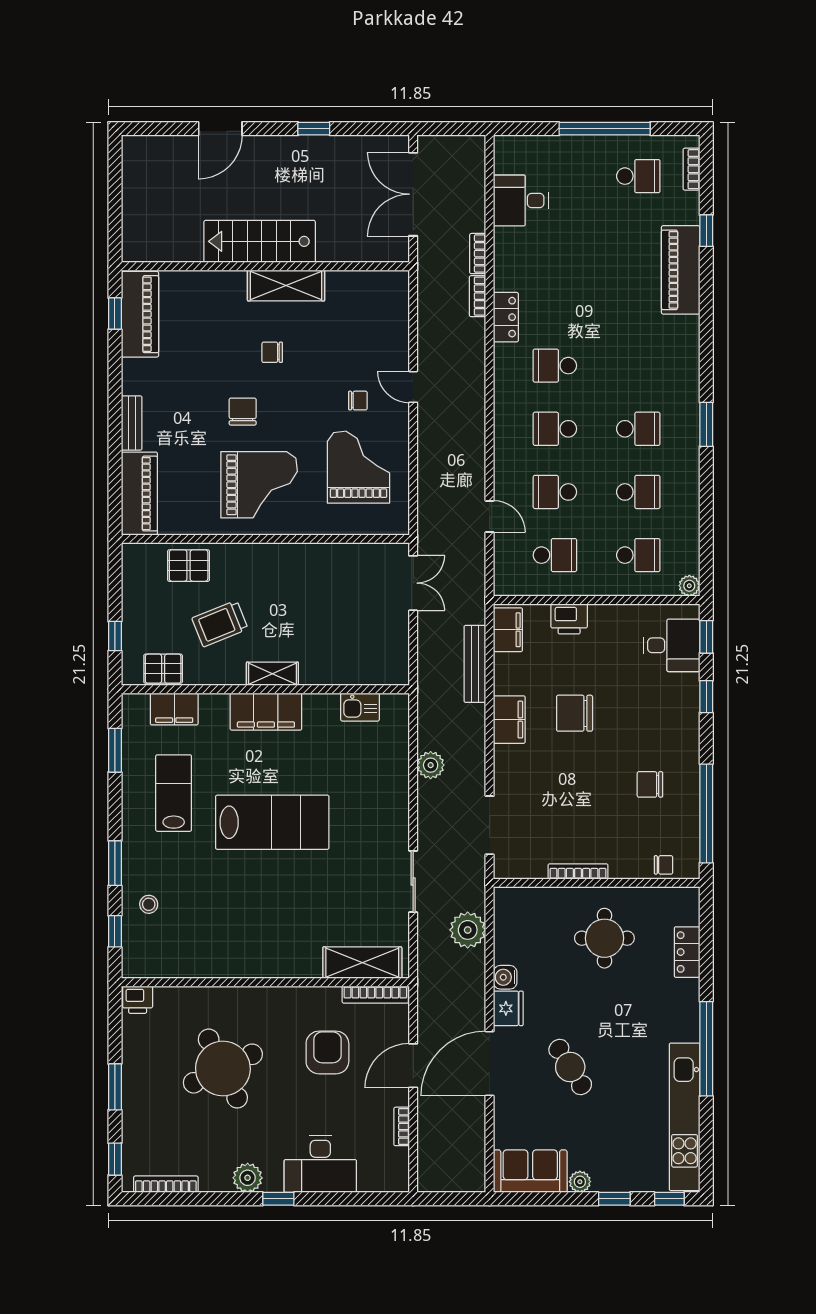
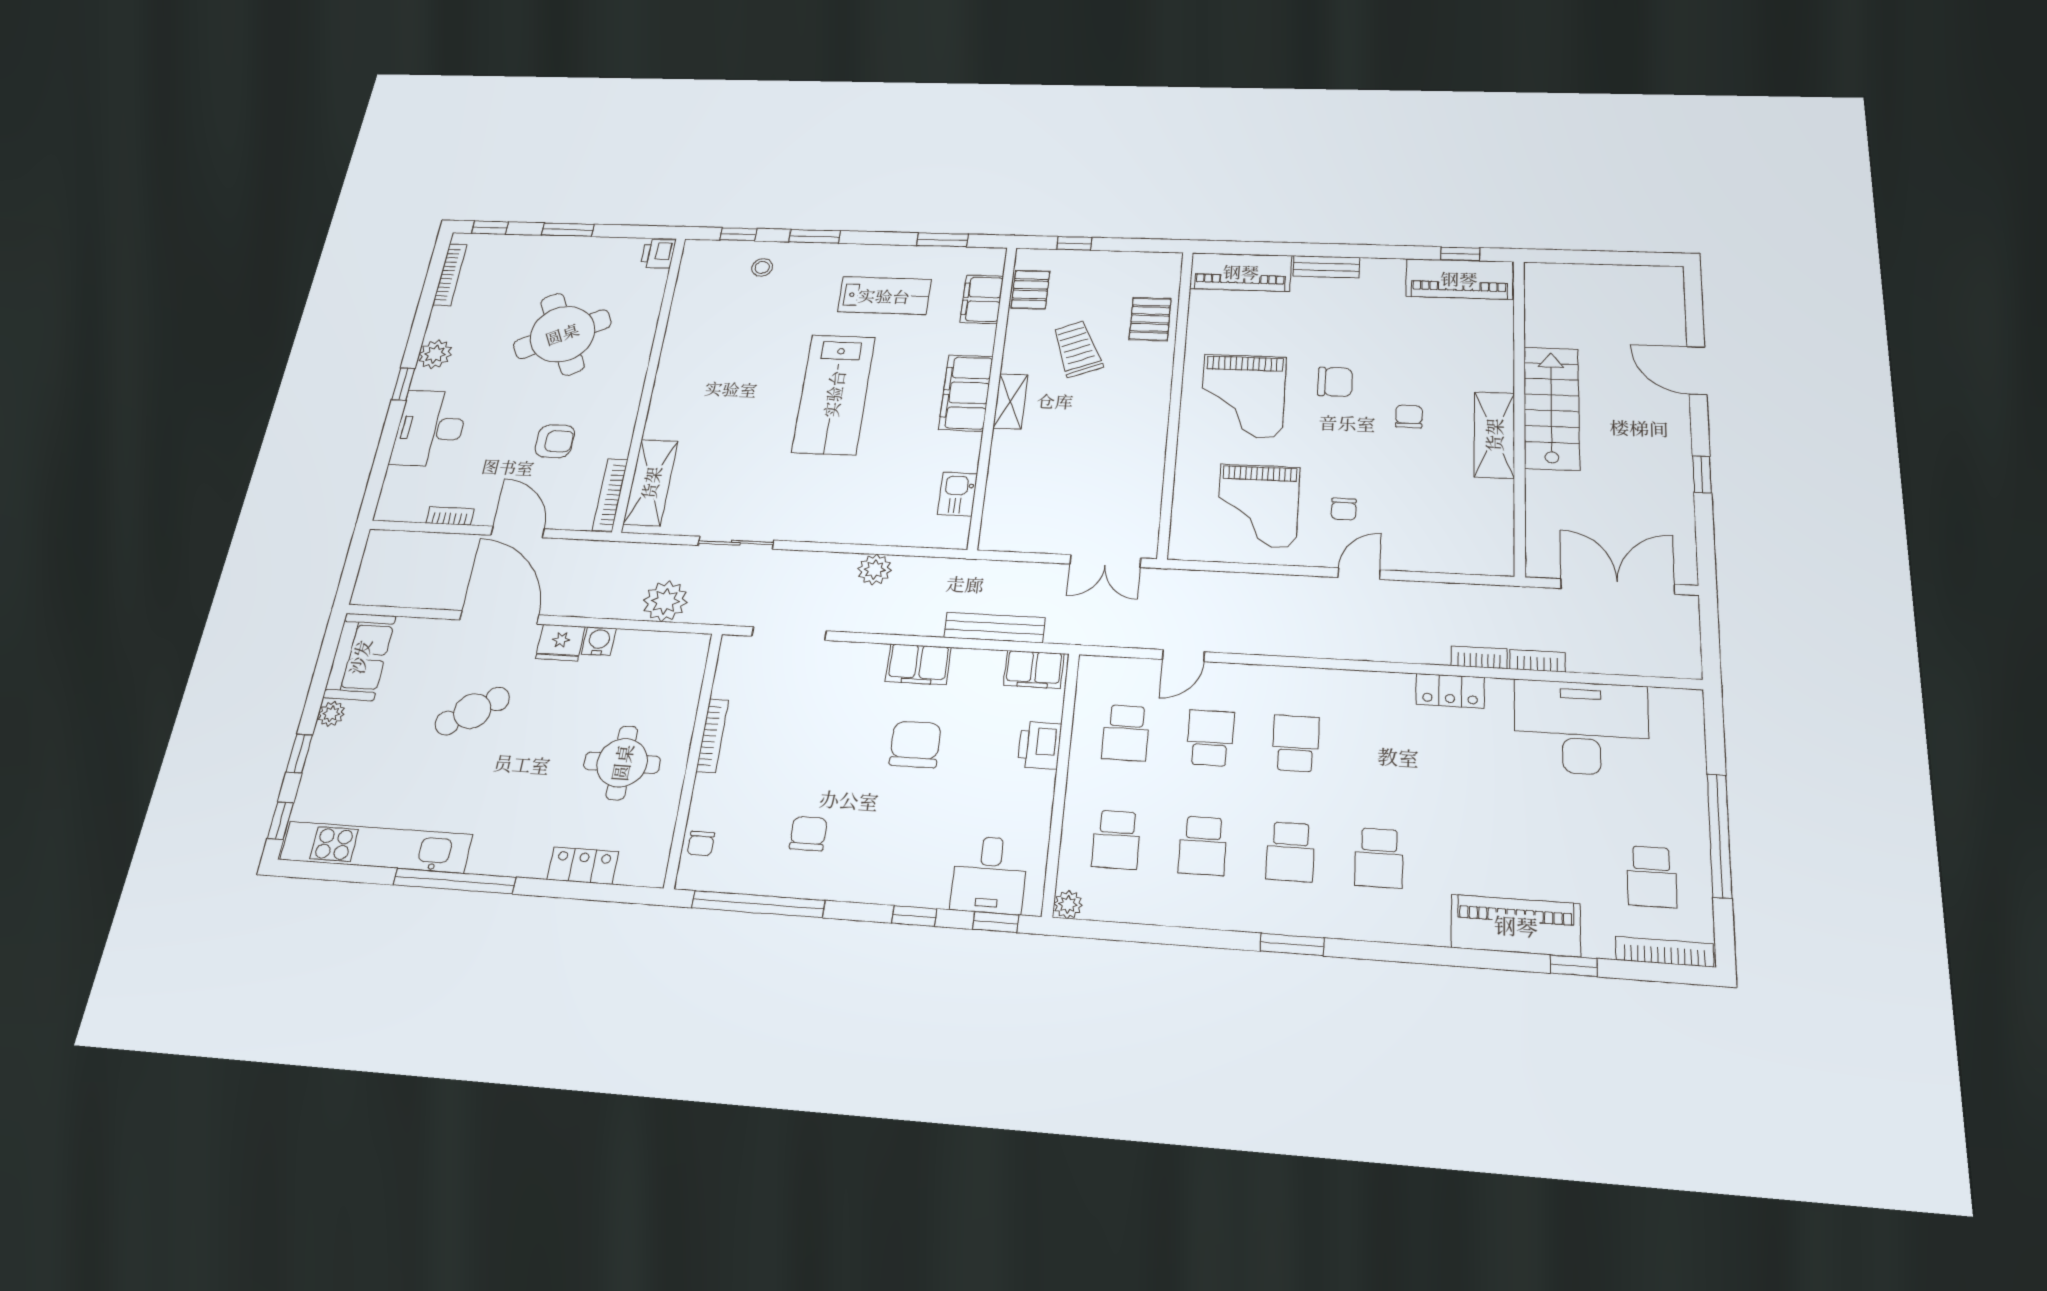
bookcase: (691, 169) -> (1665, 952), width x1.56
desk: (521, 200) -> (1581, 728), width x1.87, depth x1.30
school desk: (555, 366) -> (1379, 858), moved, turned 180
grand piano: (358, 467) -> (1258, 506), turned 90
armchair: (327, 1052) -> (555, 441), width x0.72, depth x0.72

